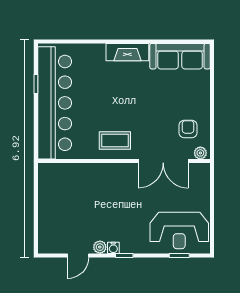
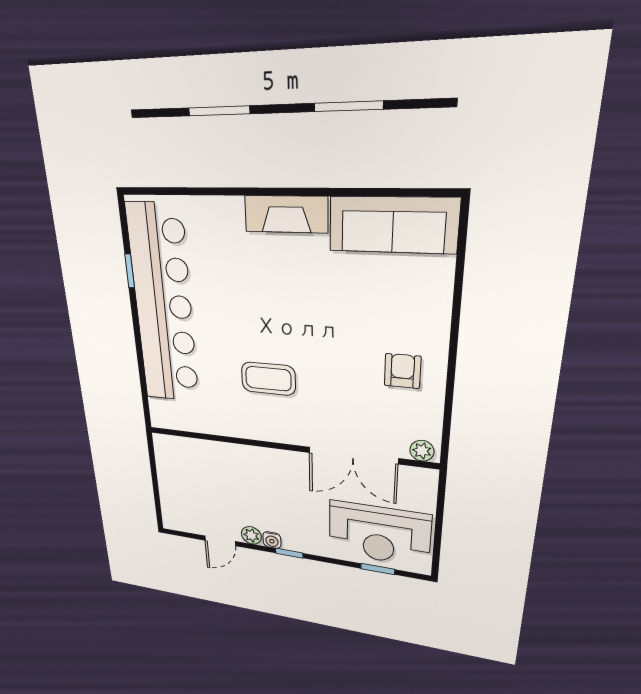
plant: (200, 153) -> (422, 451), moved
wall: (124, 161) -> (286, 447), moved
double door: (163, 161) -> (353, 455), moved

